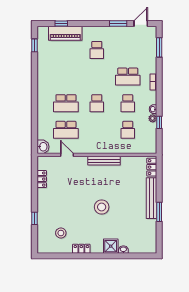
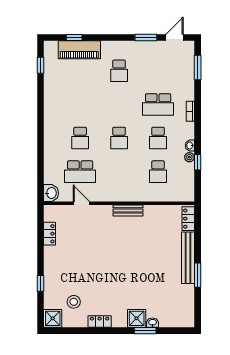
school desk: (66, 103) -> (80, 138), width x0.54
bench: (104, 161) -> (128, 210), width x0.73
stool: (102, 207) -> (125, 269), removed
shower: (44, 246) -> (53, 318), added
window: (117, 256) -> (145, 331), added

